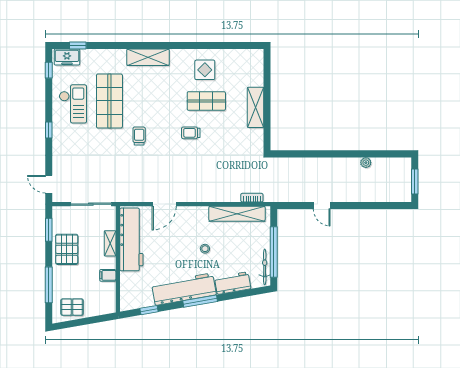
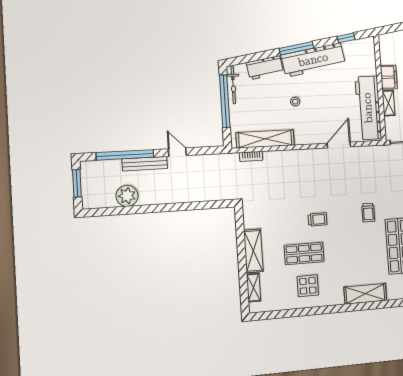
shelving: (258, 73) -> (253, 288), added
plant: (366, 163) -> (127, 196), width x1.88, depth x1.88
bench: (353, 196) -> (145, 164), added
window: (370, 205) -> (125, 155), added
filing cabinet: (108, 275) -> (389, 77), width x2.00

